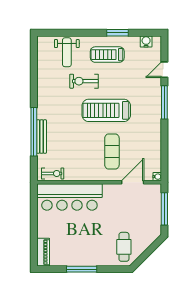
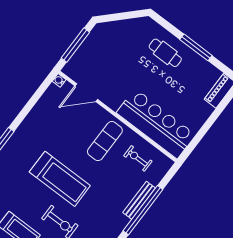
exercise mat: (112, 151) -> (105, 141), moved
exercise bike: (53, 173) -> (138, 158), moved
cafe table: (124, 247) -> (165, 53), moved, turned 90

